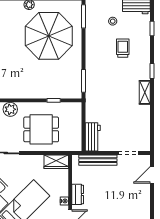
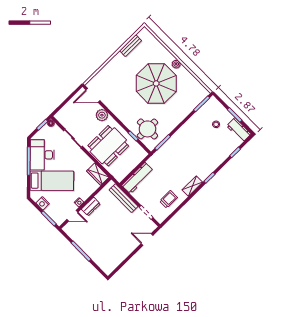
parasol: (49, 36) -> (156, 83), moved
trolley: (123, 48) -> (169, 199), moved
round table: (60, 83) -> (147, 129), added
dining table: (41, 129) -> (108, 146), width x1.38
workbench: (93, 137) -> (138, 178), width x1.38

